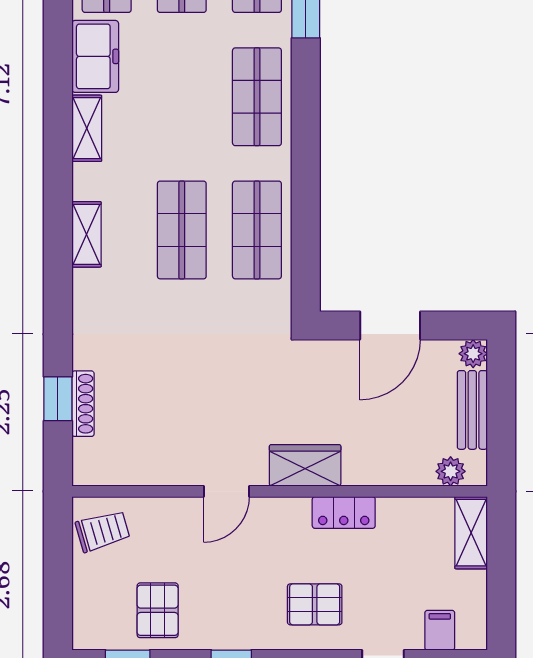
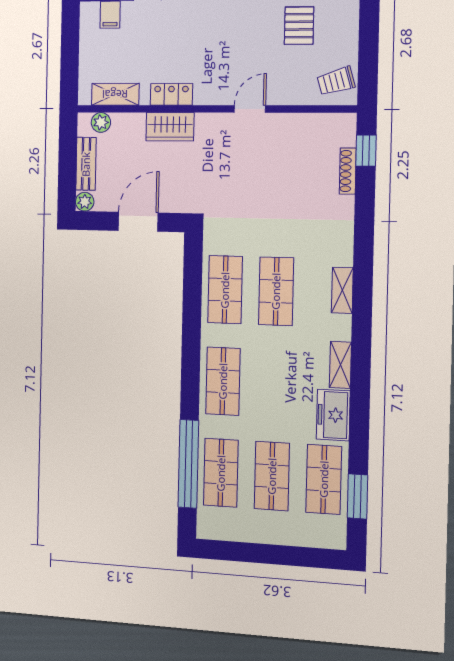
window: (58, 399) -> (366, 151), moved
wardrobe: (305, 465) -> (170, 127), moved
shelving: (471, 533) -> (115, 94), moved, turned 90
pallet: (315, 604) -> (192, 31), removed

